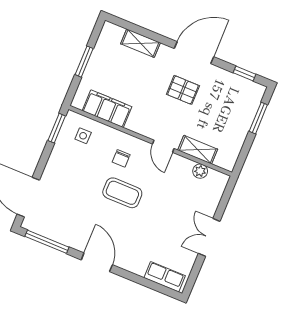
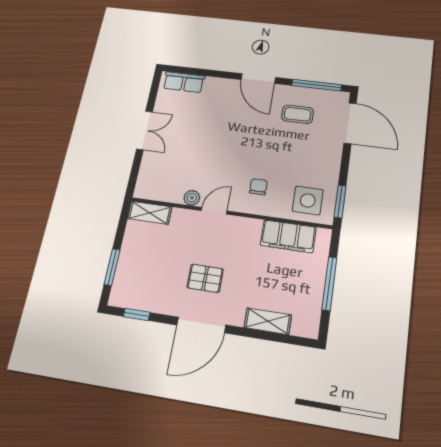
window: (84, 62) -> (329, 283), width x1.44
side table: (83, 136) -> (308, 200), width x1.87, depth x1.87
door: (163, 146) -> (214, 211), hinge flipped
shelving: (198, 150) -> (150, 213), moved
plant: (200, 171) -> (192, 198), moved
coffee table: (122, 193) -> (298, 114), moved, width x0.73, depth x0.77

